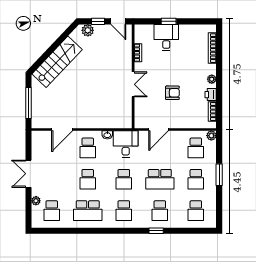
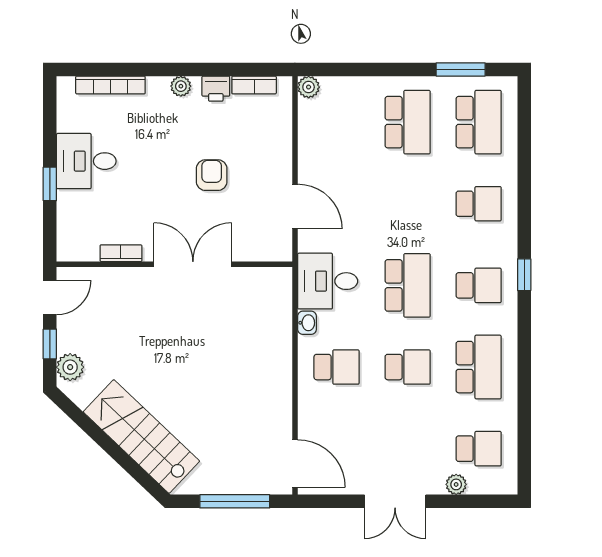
desk: (166, 37) -> (86, 161), moved
double door: (133, 84) -> (193, 264), width x1.37
door: (62, 130) -> (295, 464), moved
school desk: (196, 148) -> (336, 122), removed
window: (219, 175) -> (461, 69), moved
school desk: (124, 179) -> (408, 285), width x1.85
school desk: (160, 179) -> (408, 204), removed
school desk: (196, 179) -> (408, 122), width x1.85
school desk: (196, 211) -> (479, 122), width x1.85
window: (156, 231) -> (524, 275), moved

